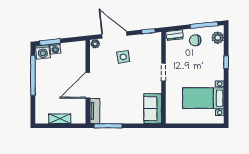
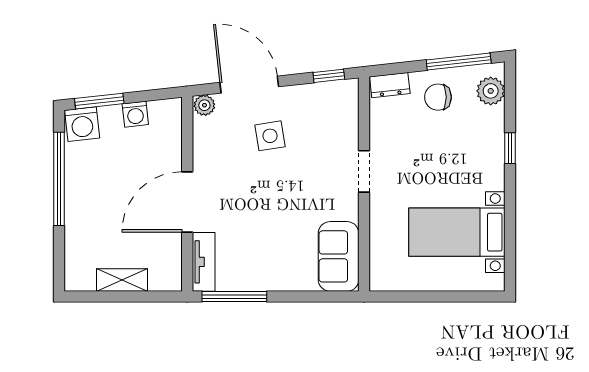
washing machine: (55, 49) -> (135, 114), moved

